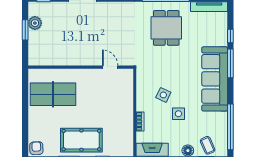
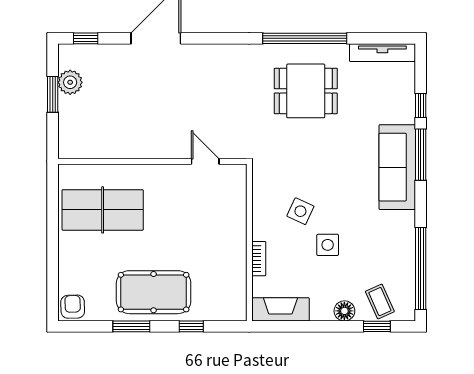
dining table: (166, 28) -> (306, 91), turned 90
sofa: (215, 79) -> (397, 167), width x0.74, depth x0.79

